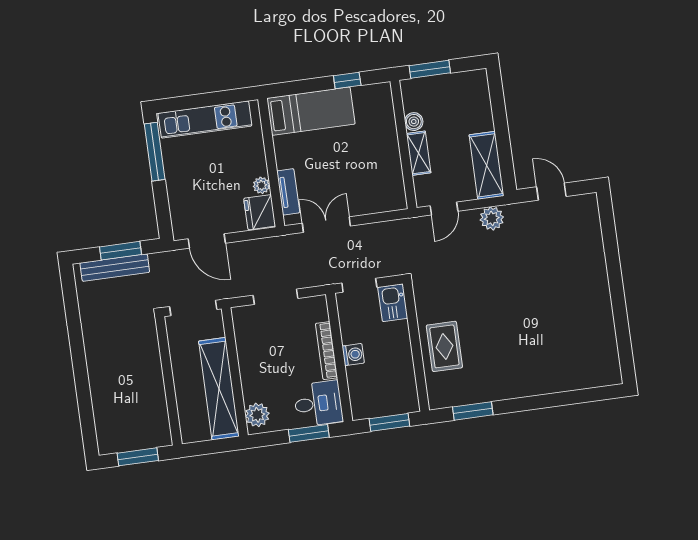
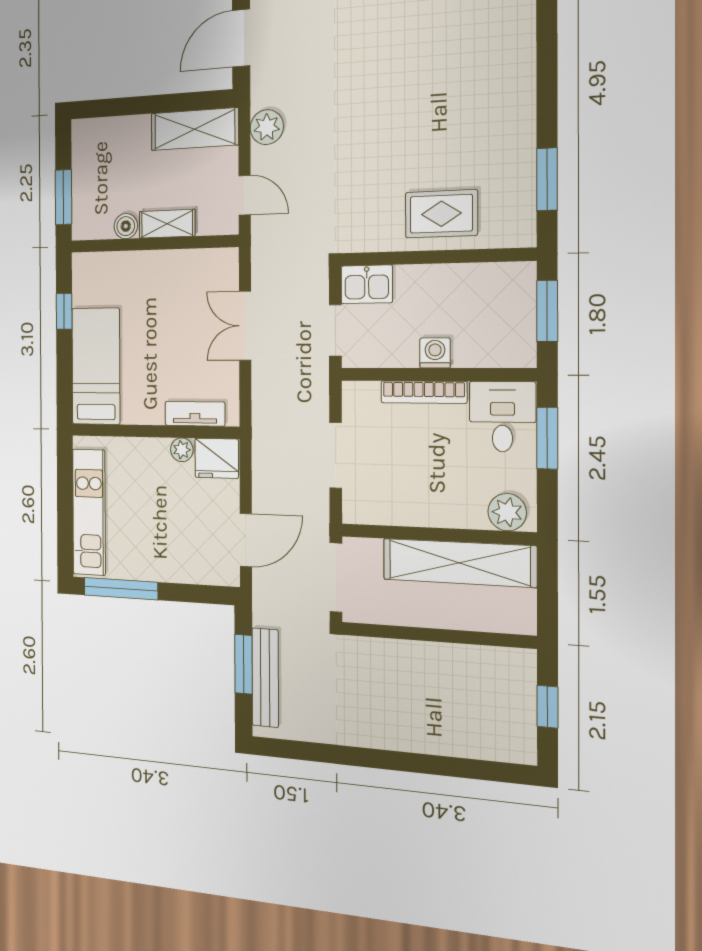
door: (551, 192) -> (241, 38), width x1.38
double door: (326, 225) -> (245, 326), moved
window: (138, 457) -> (547, 707), width x0.67

